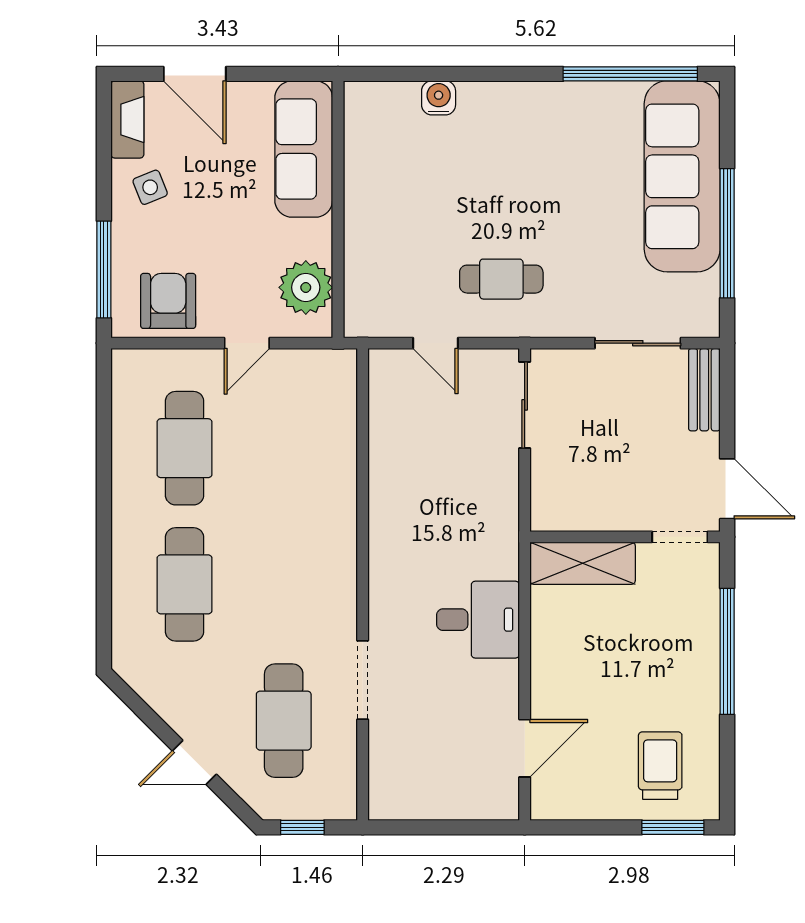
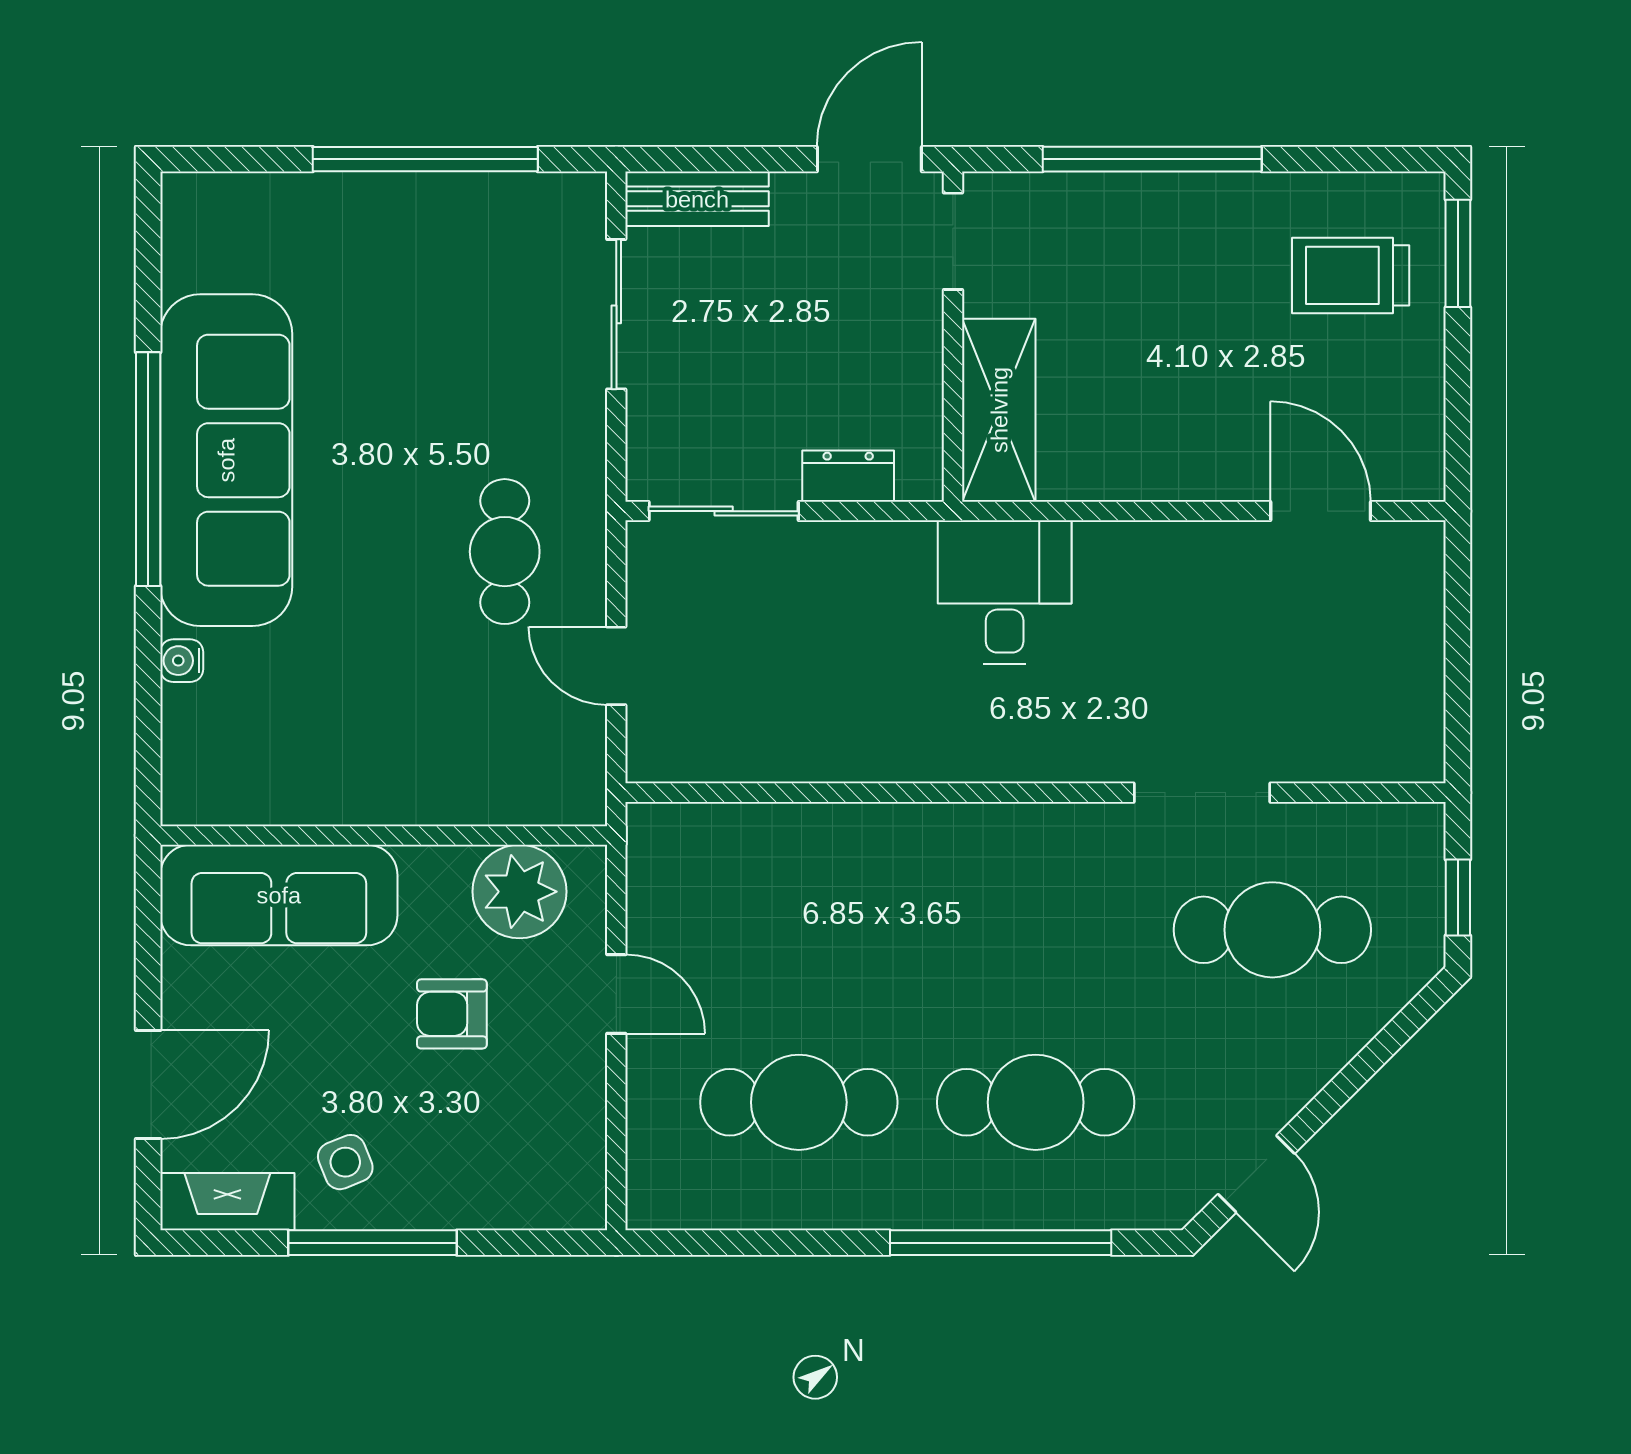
window: (630, 74) -> (148, 469), moved
water cooler: (439, 98) -> (182, 661), width x0.72, depth x0.72
sofa: (682, 176) -> (226, 460), moved, turned -90
window: (104, 269) -> (373, 1243), moved
armchair: (168, 301) -> (452, 1014), moved, width x0.72, depth x0.72
door: (436, 343) -> (616, 666), swing flipped
dresser: (545, 477) -> (848, 476), added
window: (104, 564) -> (1001, 1243), added
desk: (478, 620) -> (1005, 592), moved
door: (194, 762) -> (1256, 1174), moved

